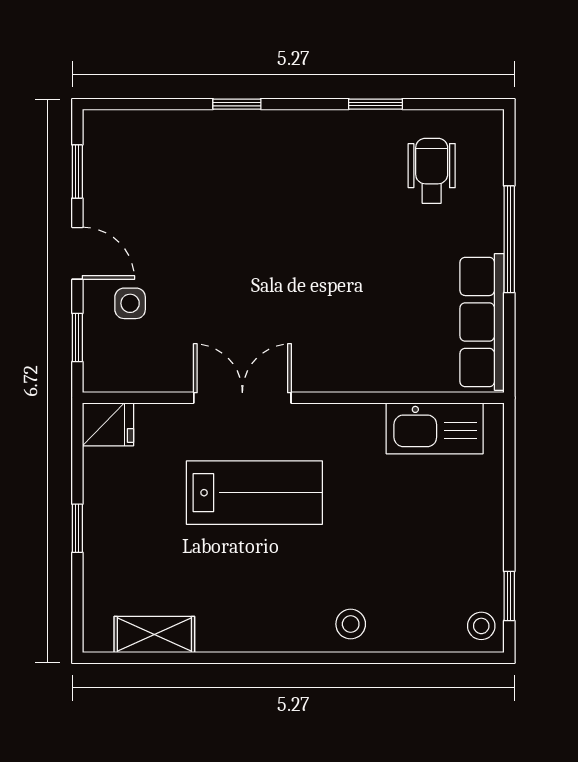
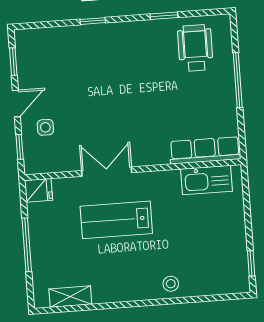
wheelchair: (432, 171) -> (195, 48), width x1.36, depth x1.37
door: (77, 253) -> (16, 104), hinge flipped
row of seats: (482, 322) -> (205, 150), moved, turned 90
lab bench: (254, 493) -> (116, 220), turned 180
window: (77, 528) -> (27, 245), width x2.17
stool: (481, 626) -> (238, 280), removed

